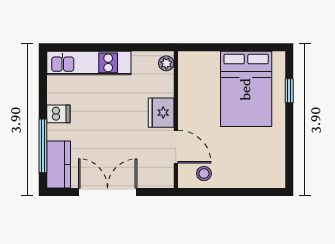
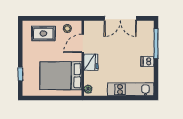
bed: (246, 89) -> (61, 76), moved, turned -90
door: (176, 147) -> (83, 43), hinge flipped
kitchen counter: (59, 164) -> (147, 33), removed
rug: (247, 165) -> (43, 33), added

